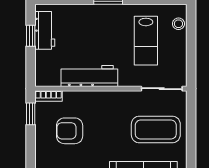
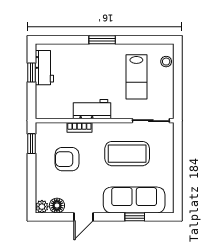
workbench: (89, 76) -> (92, 109), width x0.73
bookcase: (48, 96) -> (79, 127), moved
coffee table: (156, 130) -> (127, 154), moved

